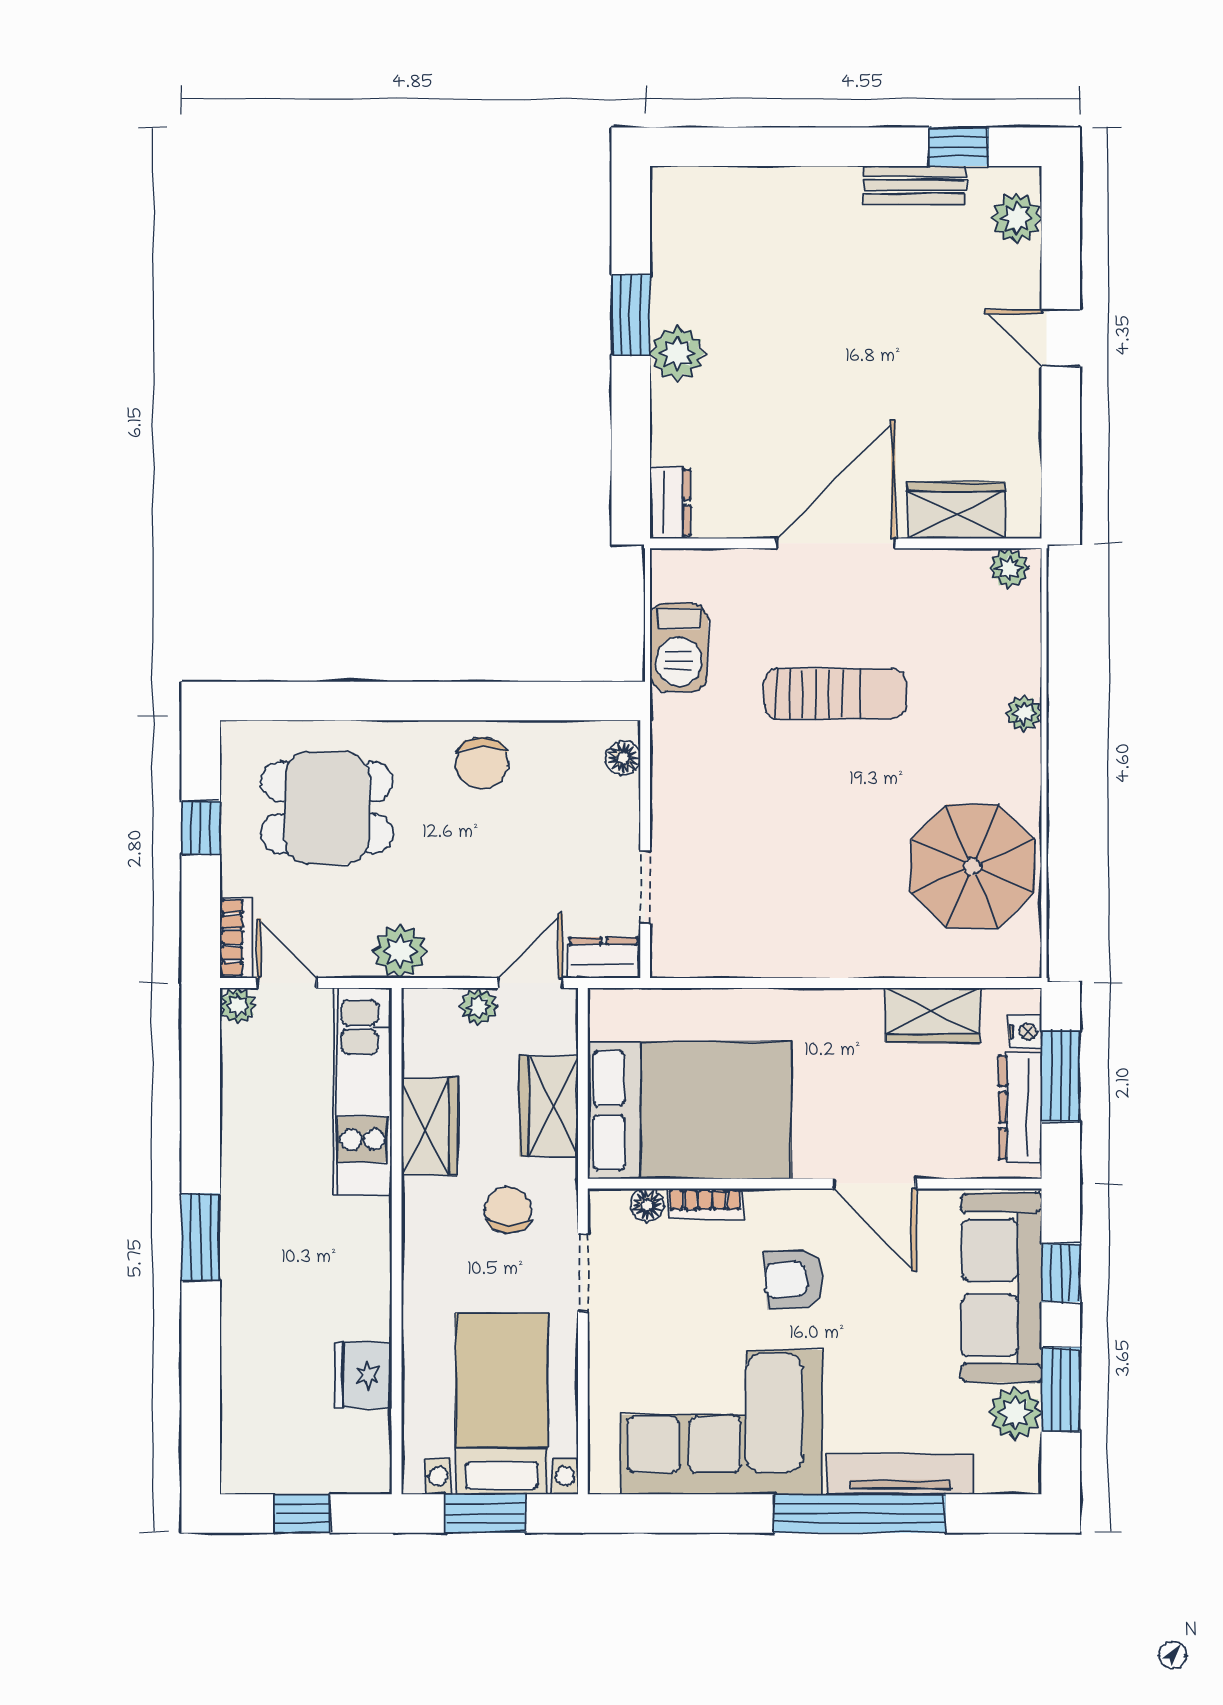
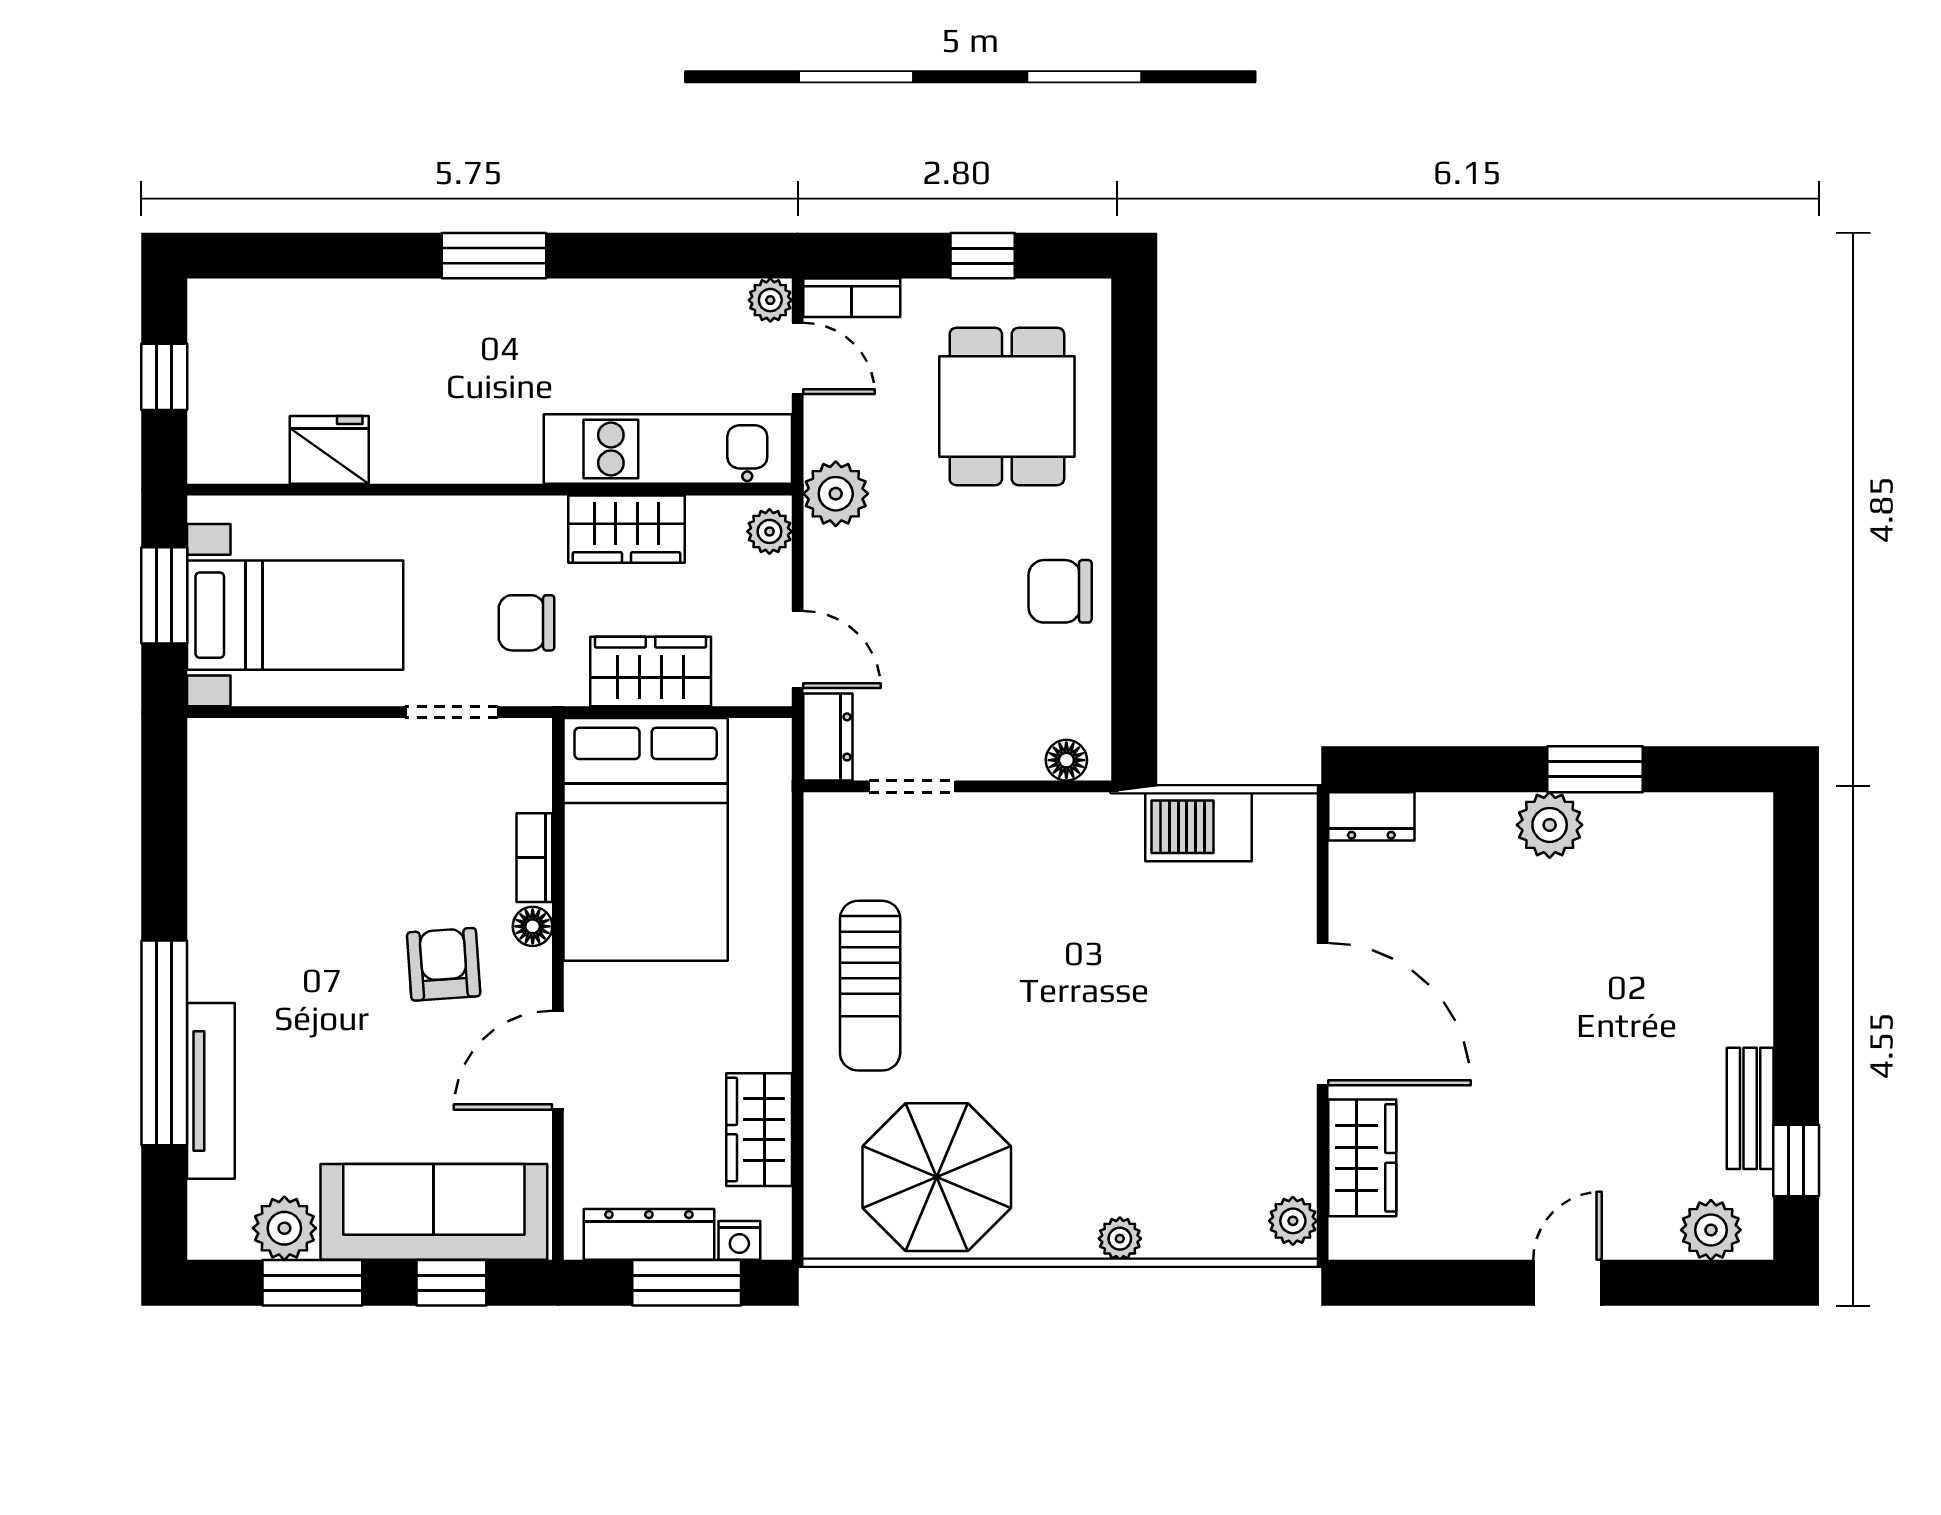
sun lounger: (835, 694) -> (870, 986), moved
door: (287, 983) -> (798, 358), hinge flipped
plant: (479, 1007) -> (769, 531), moved
floor lamp: (647, 1205) -> (533, 926), moved
chair: (508, 1210) -> (527, 623), turned 180
corner sofa: (722, 1422) -> (273, 878), removed

